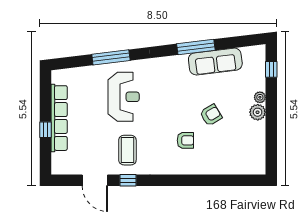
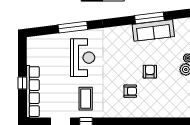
window: (196, 47) -> (149, 18), moved
armchair: (211, 115) -> (150, 72), turned -59
row of seats: (59, 118) -> (33, 92), moved

